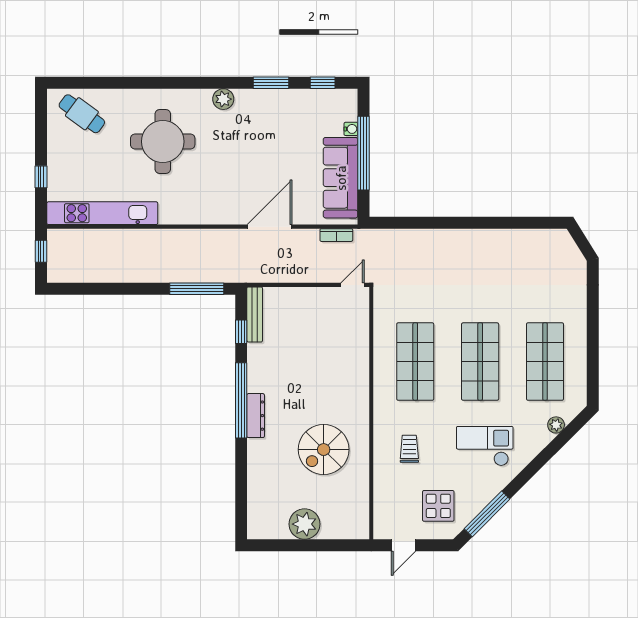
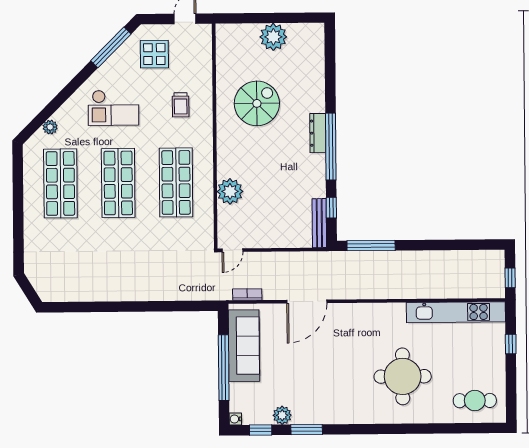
plant: (223, 99) -> (282, 415), moved
cafe table: (82, 114) -> (475, 401), turned -36
water cooler: (351, 129) -> (235, 419), moved
plant: (355, 351) -> (230, 191), added

